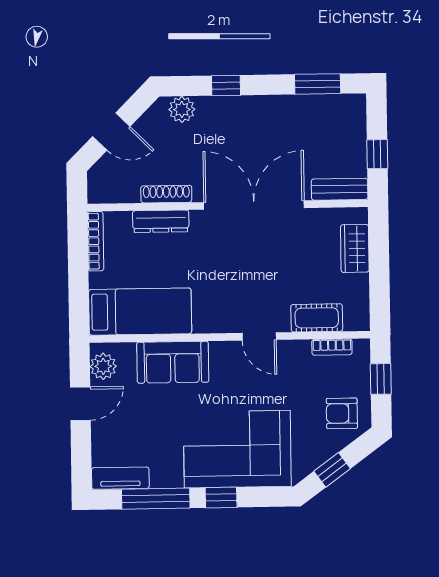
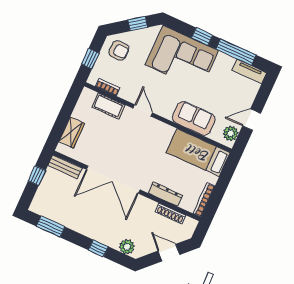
shoe rack: (166, 194) -> (171, 214), moved

